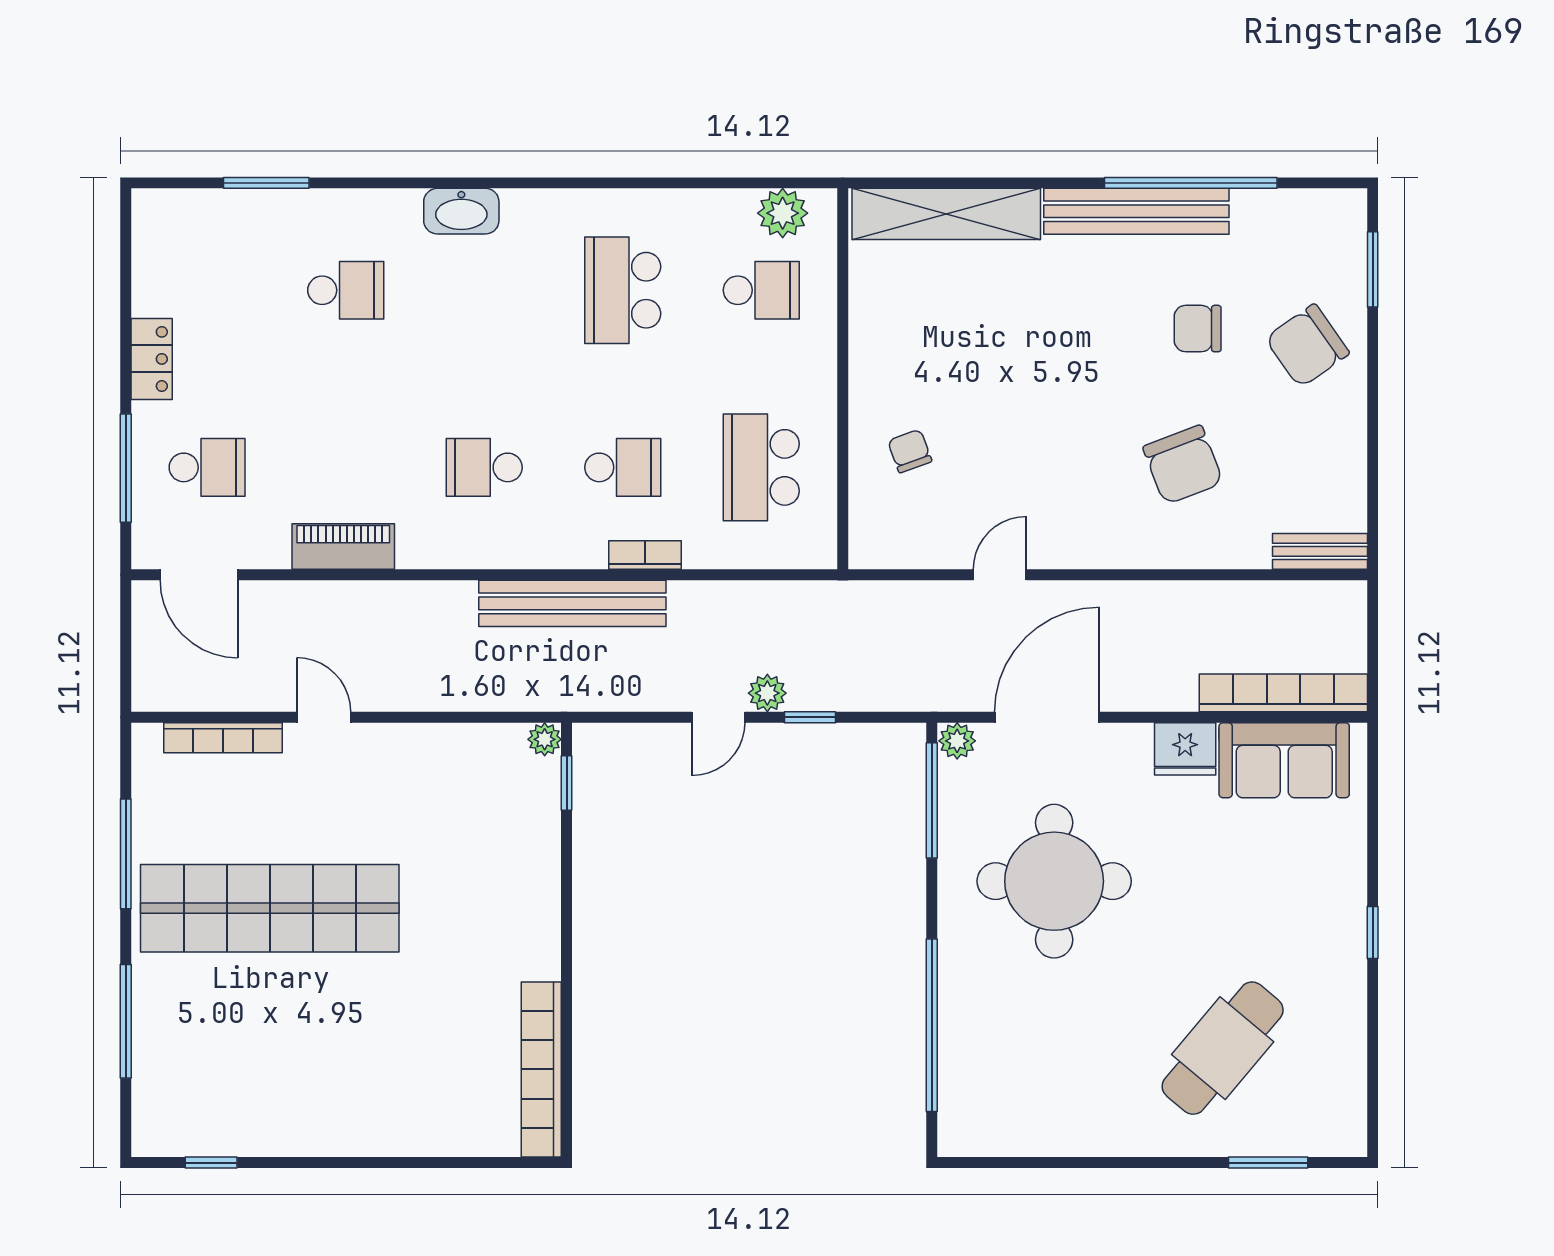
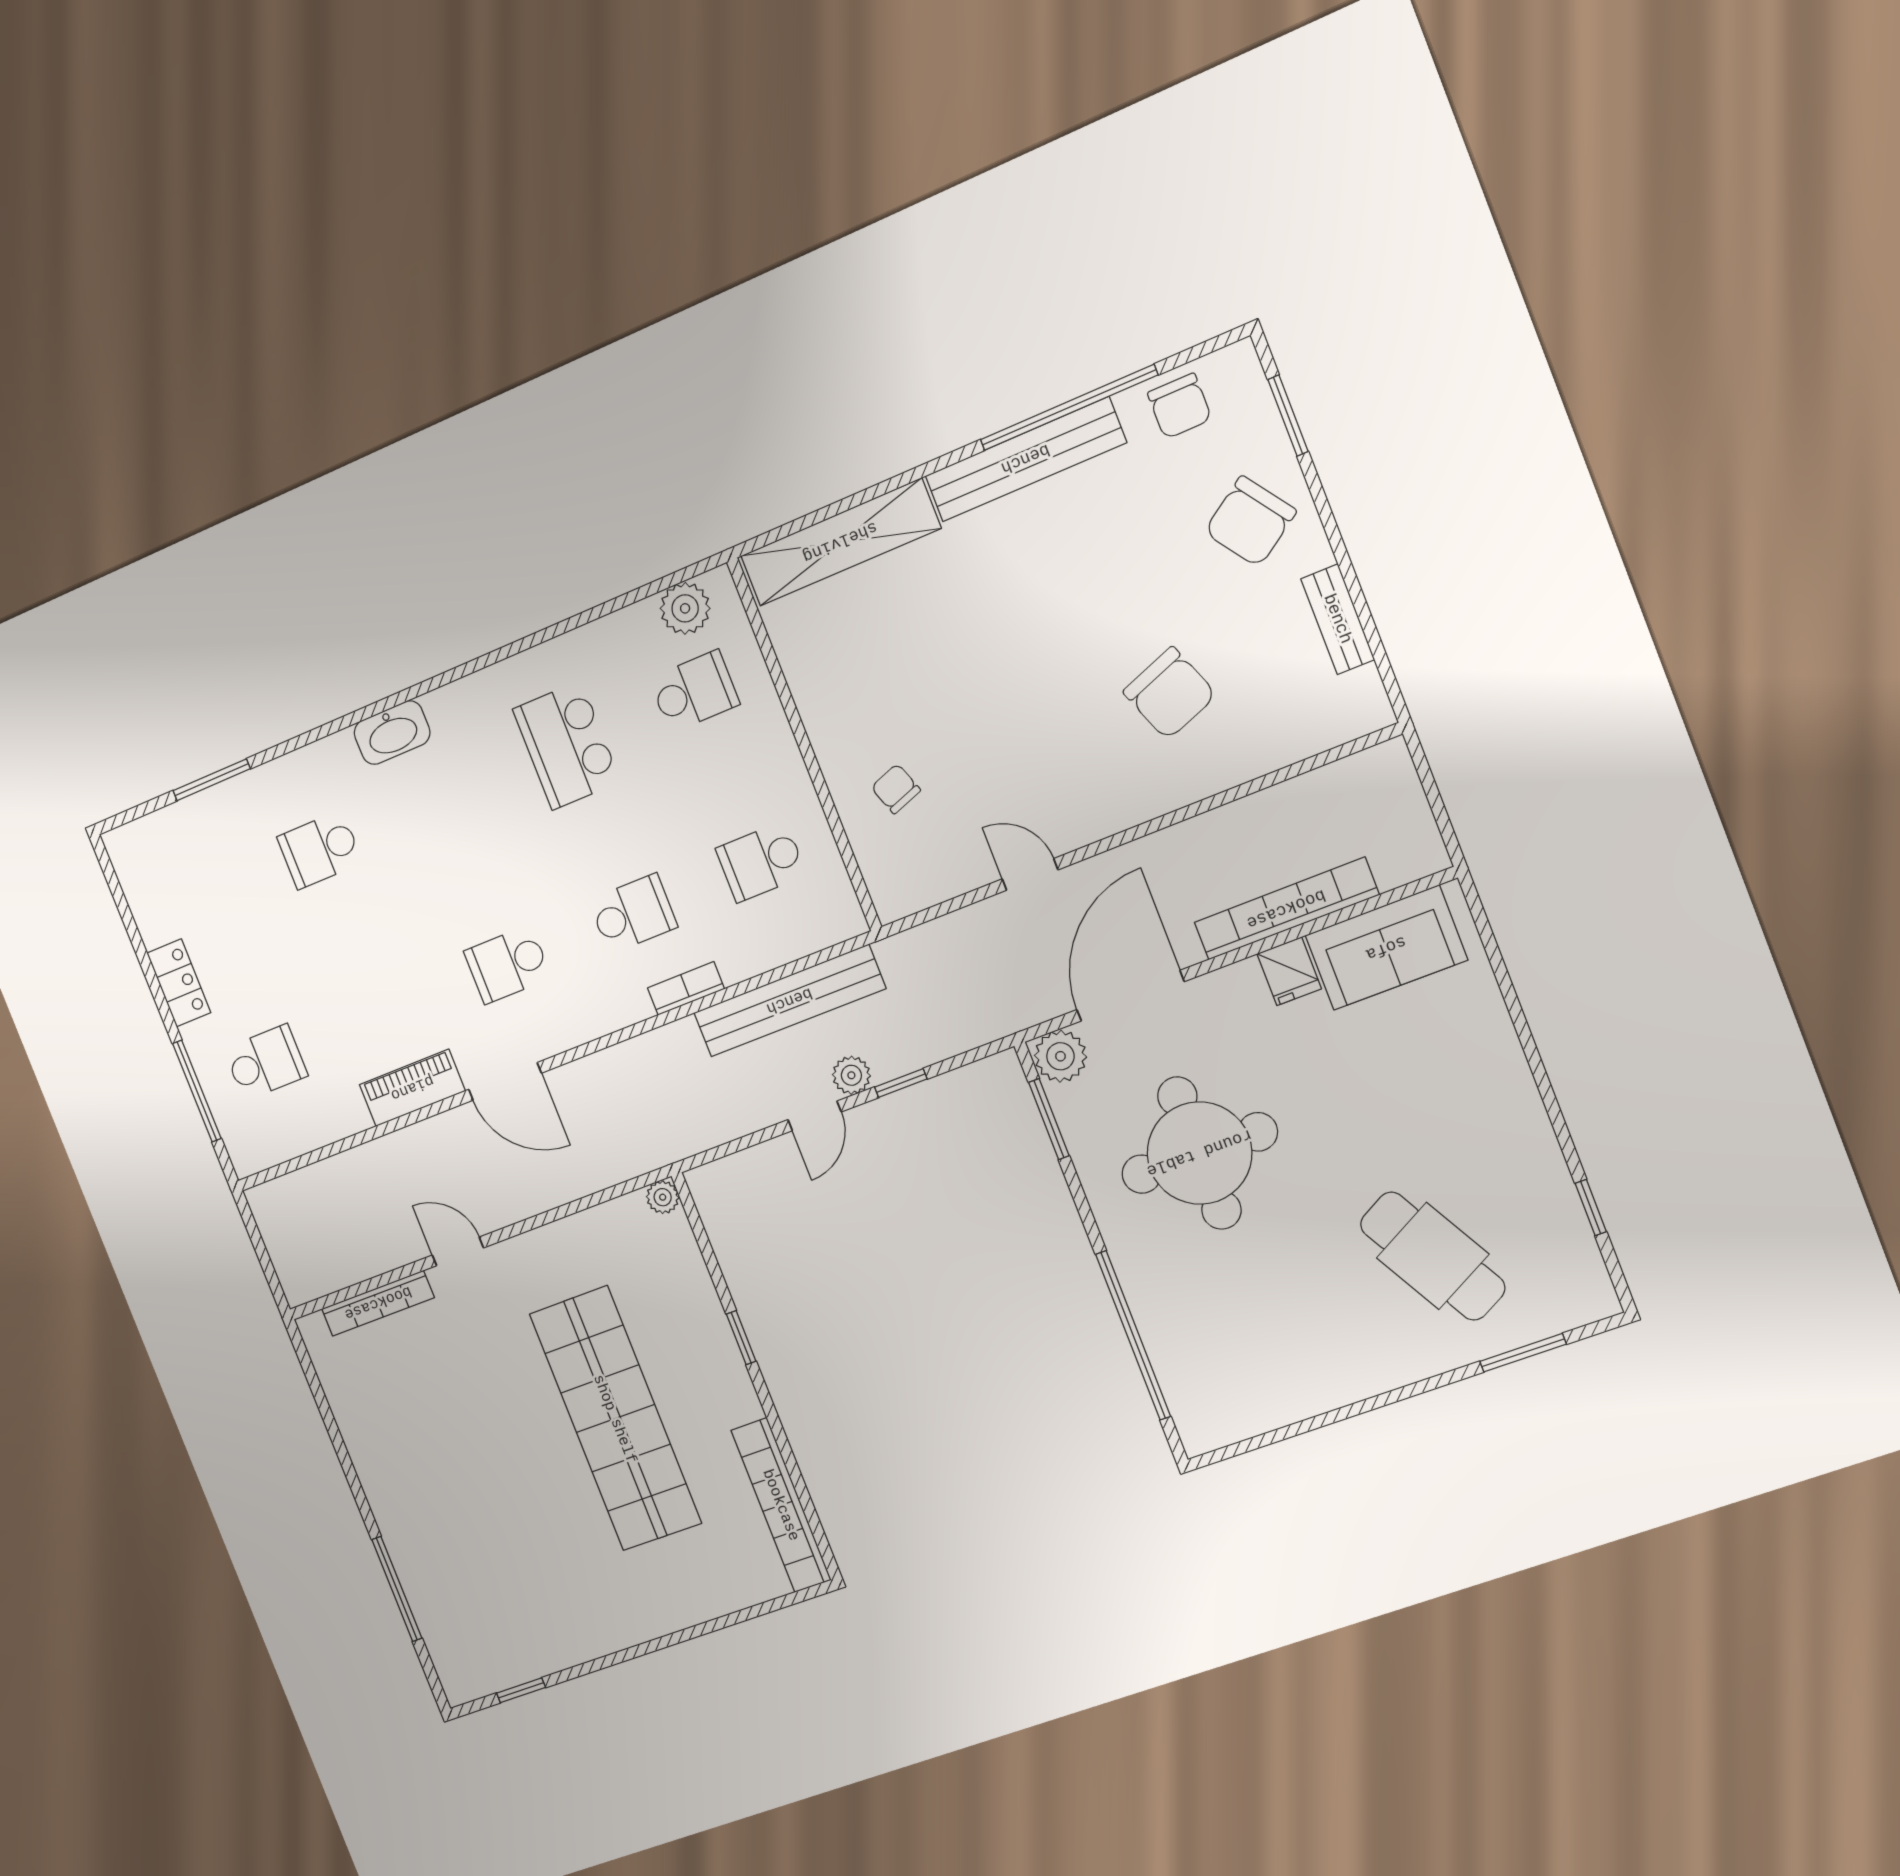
school desk: (346, 290) -> (320, 850), turned 180
chair: (1198, 329) -> (1180, 406), moved, turned -90
school desk: (761, 467) -> (761, 862), width x0.54
bench: (1320, 551) -> (1338, 619), moved, turned 90
door: (199, 575) -> (505, 1081), moved
door: (1000, 575) -> (1030, 874), hinge flipped
bench: (572, 603) -> (789, 1001), moved
bookcase: (1283, 693) -> (1286, 909), moved
plant: (957, 741) -> (1060, 1056), width x1.38, depth x1.38
fridge: (1185, 749) -> (1289, 971), width x0.72
window: (567, 783) -> (741, 1338), moved
window: (932, 800) -> (1049, 1119), width x0.69
window: (126, 854) -> (337, 1439), removed
shop shelf: (270, 908) -> (615, 1419), moved, turned 90
window: (1373, 932) -> (1591, 1207), moved
cafe table: (1223, 1048) -> (1433, 1256), turned -69

